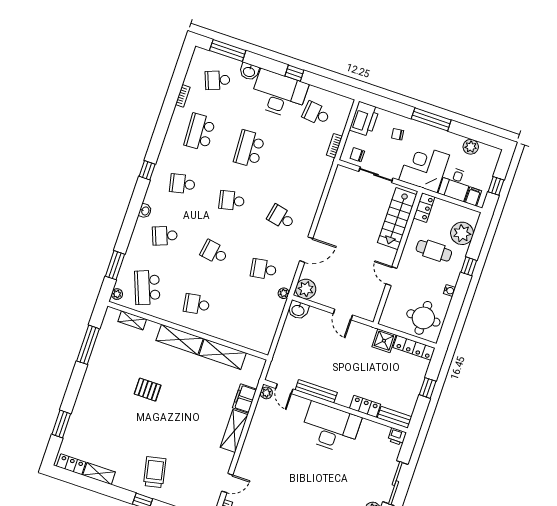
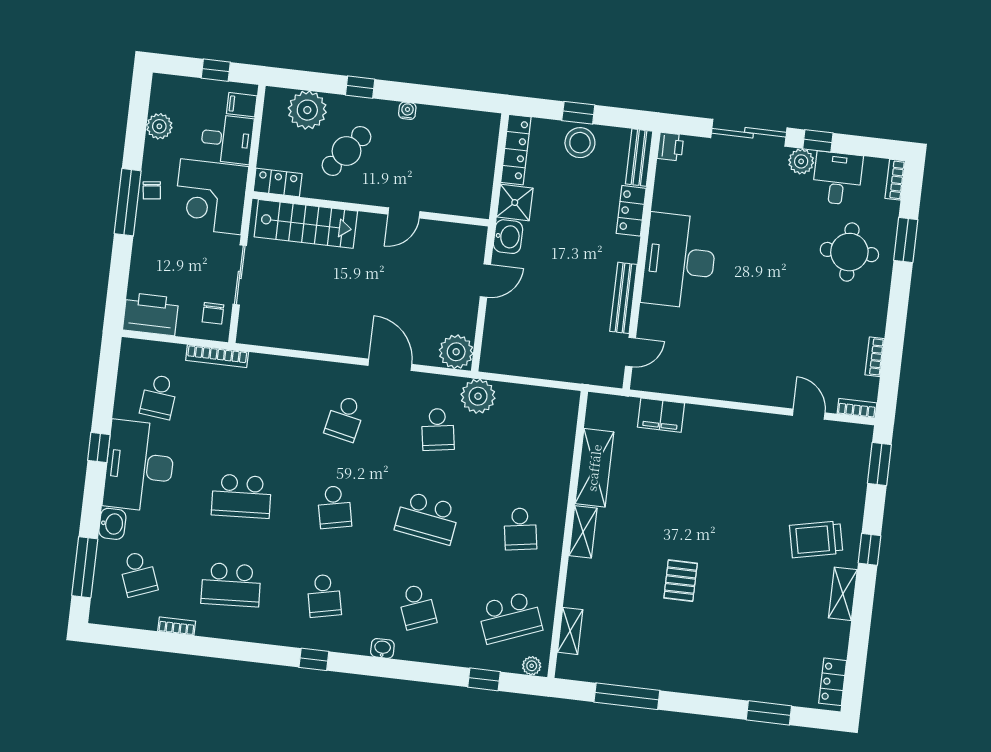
chair: (398, 134) -> (152, 190), moved
bookcase: (334, 146) -> (217, 356), width x1.56
cafe table: (434, 251) -> (347, 151), turned 38
school desk: (214, 252) -> (427, 518), width x1.85
window: (115, 265) -> (484, 679), width x0.67
plant: (284, 293) -> (478, 396), width x1.87, depth x1.87
washbasin: (298, 310) -> (508, 237), moved
round table: (423, 318) -> (463, 145), removed
shelving: (180, 339) -> (583, 532), width x0.67, depth x0.75
stool: (410, 385) -> (580, 143), added
plant: (266, 393) -> (644, 381), removed
shelving: (234, 431) -> (719, 421), removed
shelving: (99, 474) -> (843, 594), moved

